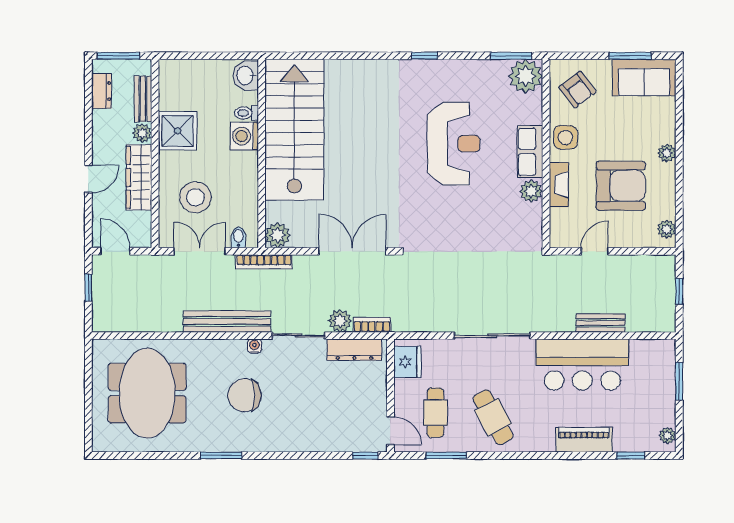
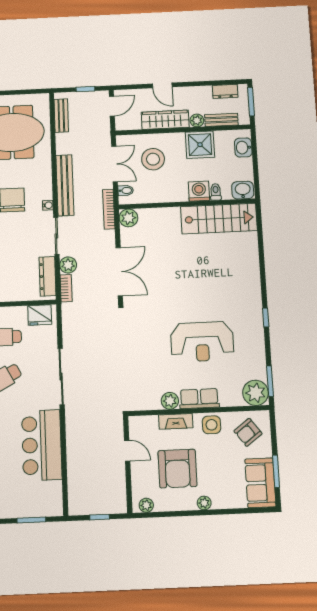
washbasin: (185, 71) -> (243, 147), added
stairs: (294, 130) -> (219, 219), width x0.73, depth x0.66
bench: (601, 323) -> (61, 116), moved

